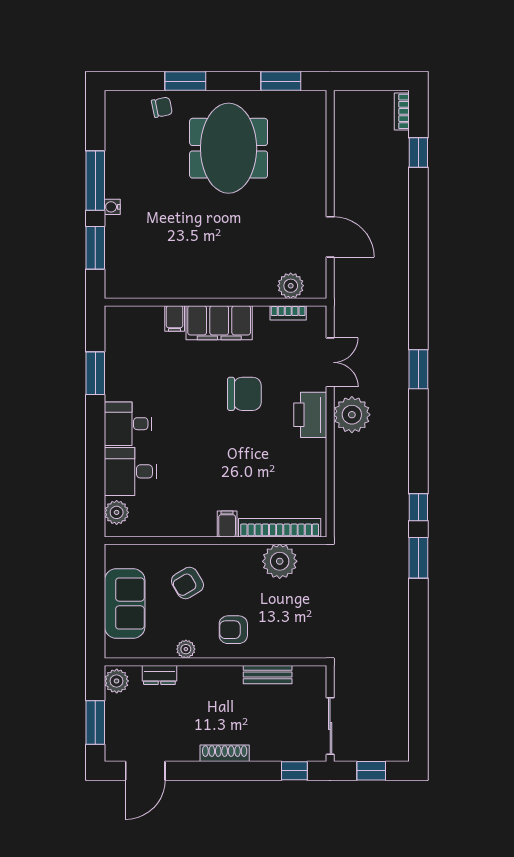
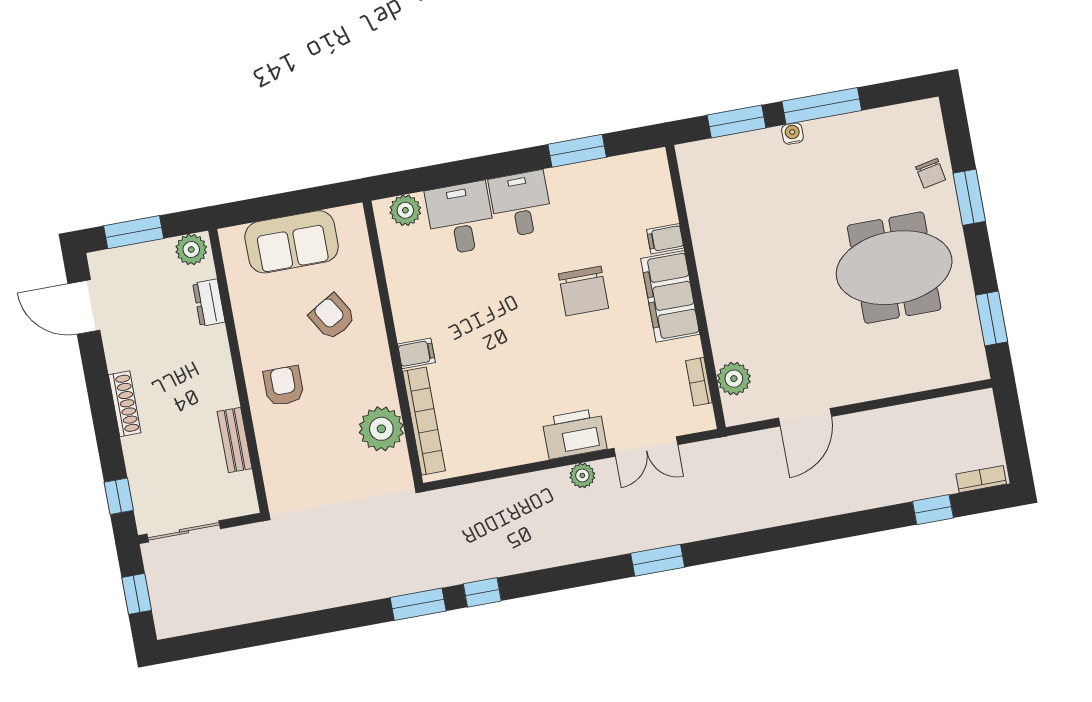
chair: (244, 394) -> (584, 291), moved
plant: (352, 415) -> (582, 476), width x0.53, depth x0.53
plant: (186, 649) -> (248, 330), removed

